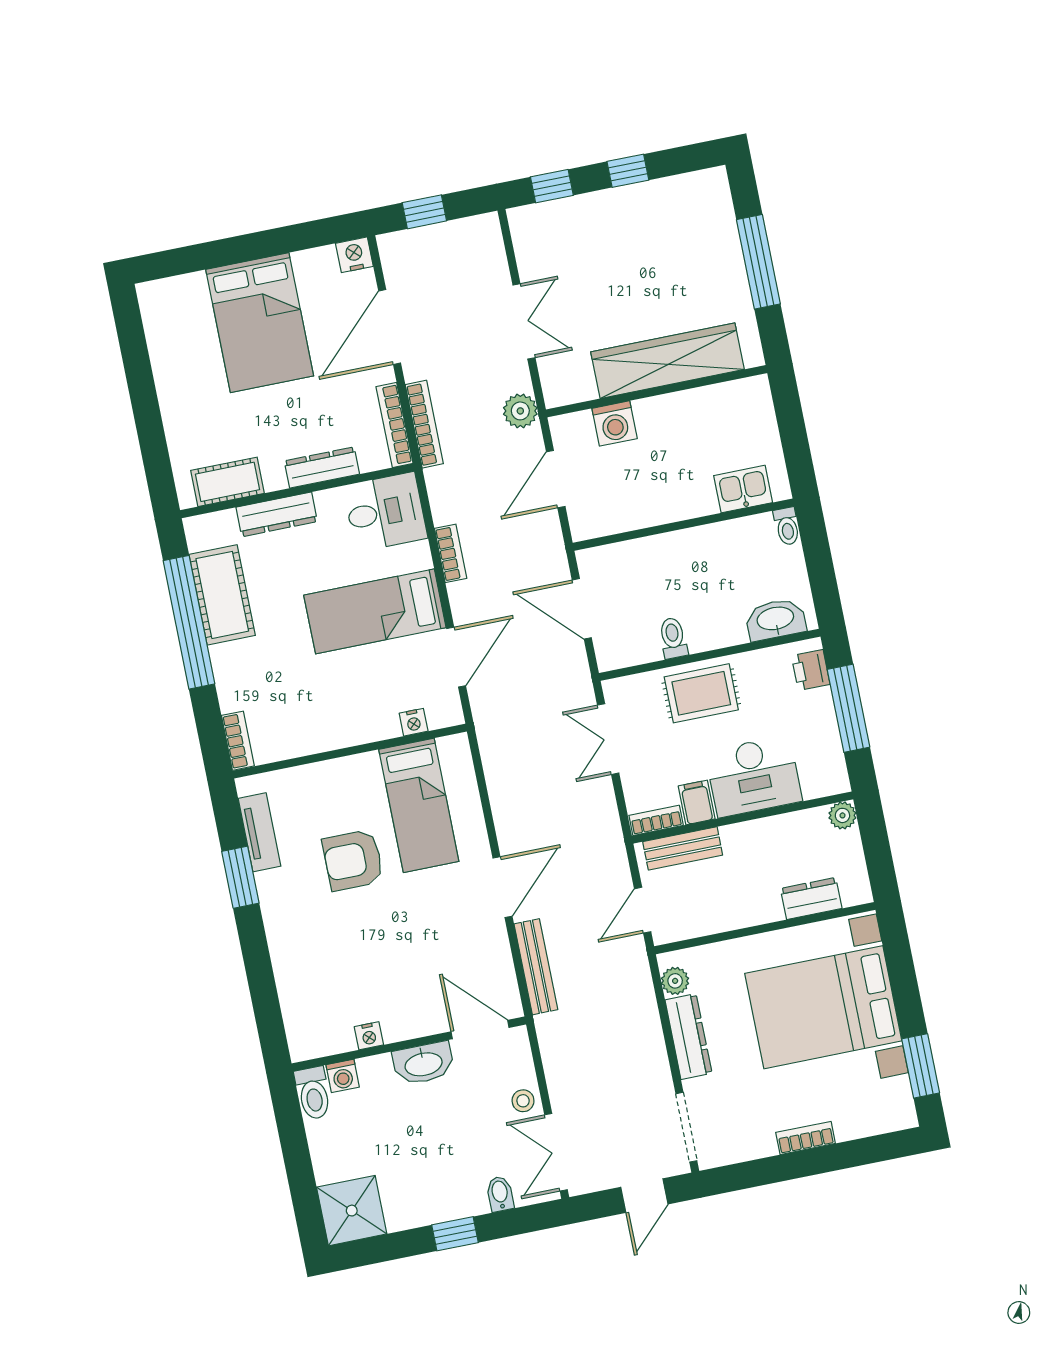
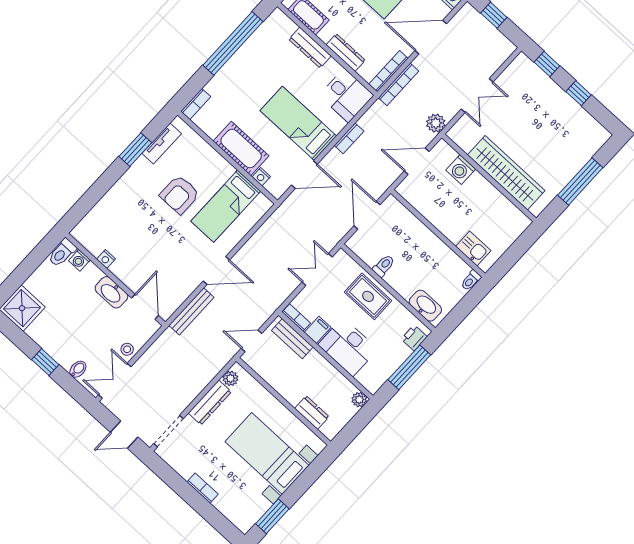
cot: (222, 595) -> (241, 148), moved, turned 90
armchair: (353, 860) -> (180, 195), turned -90
bed with nightstands: (823, 1007) -> (267, 453), width x0.73

